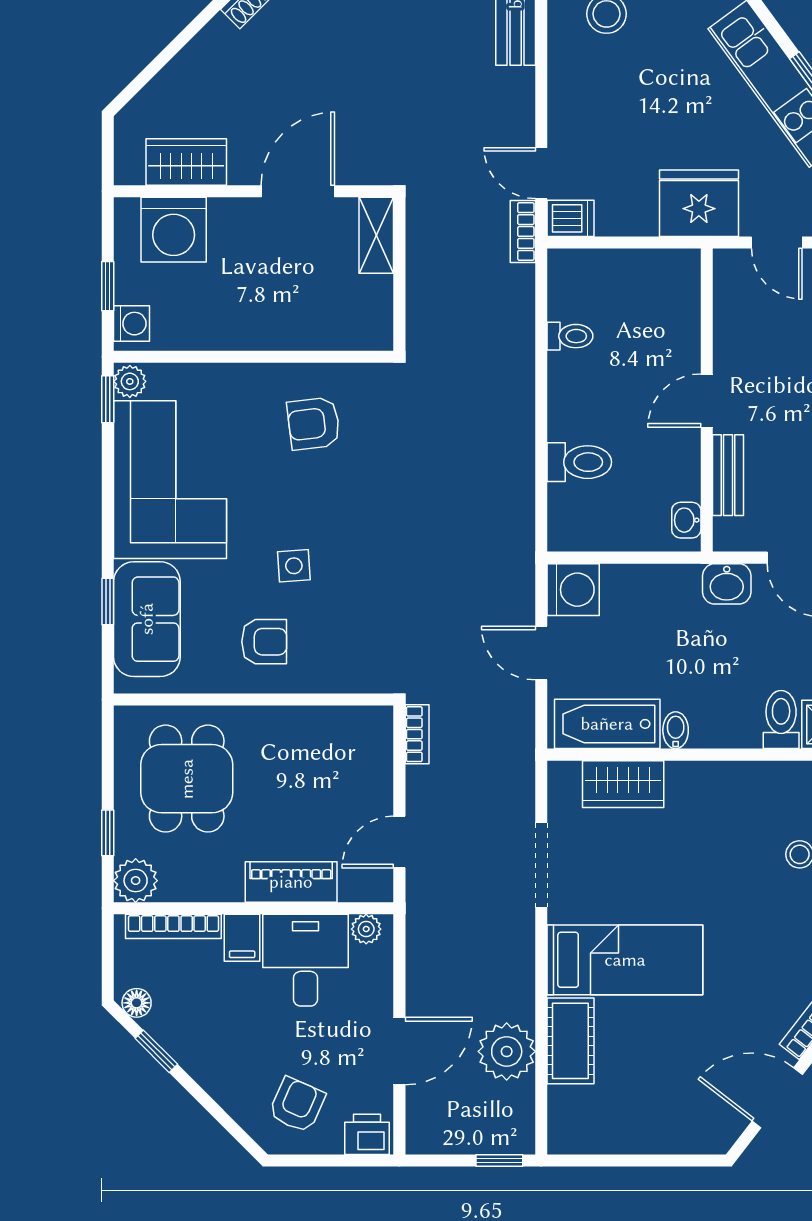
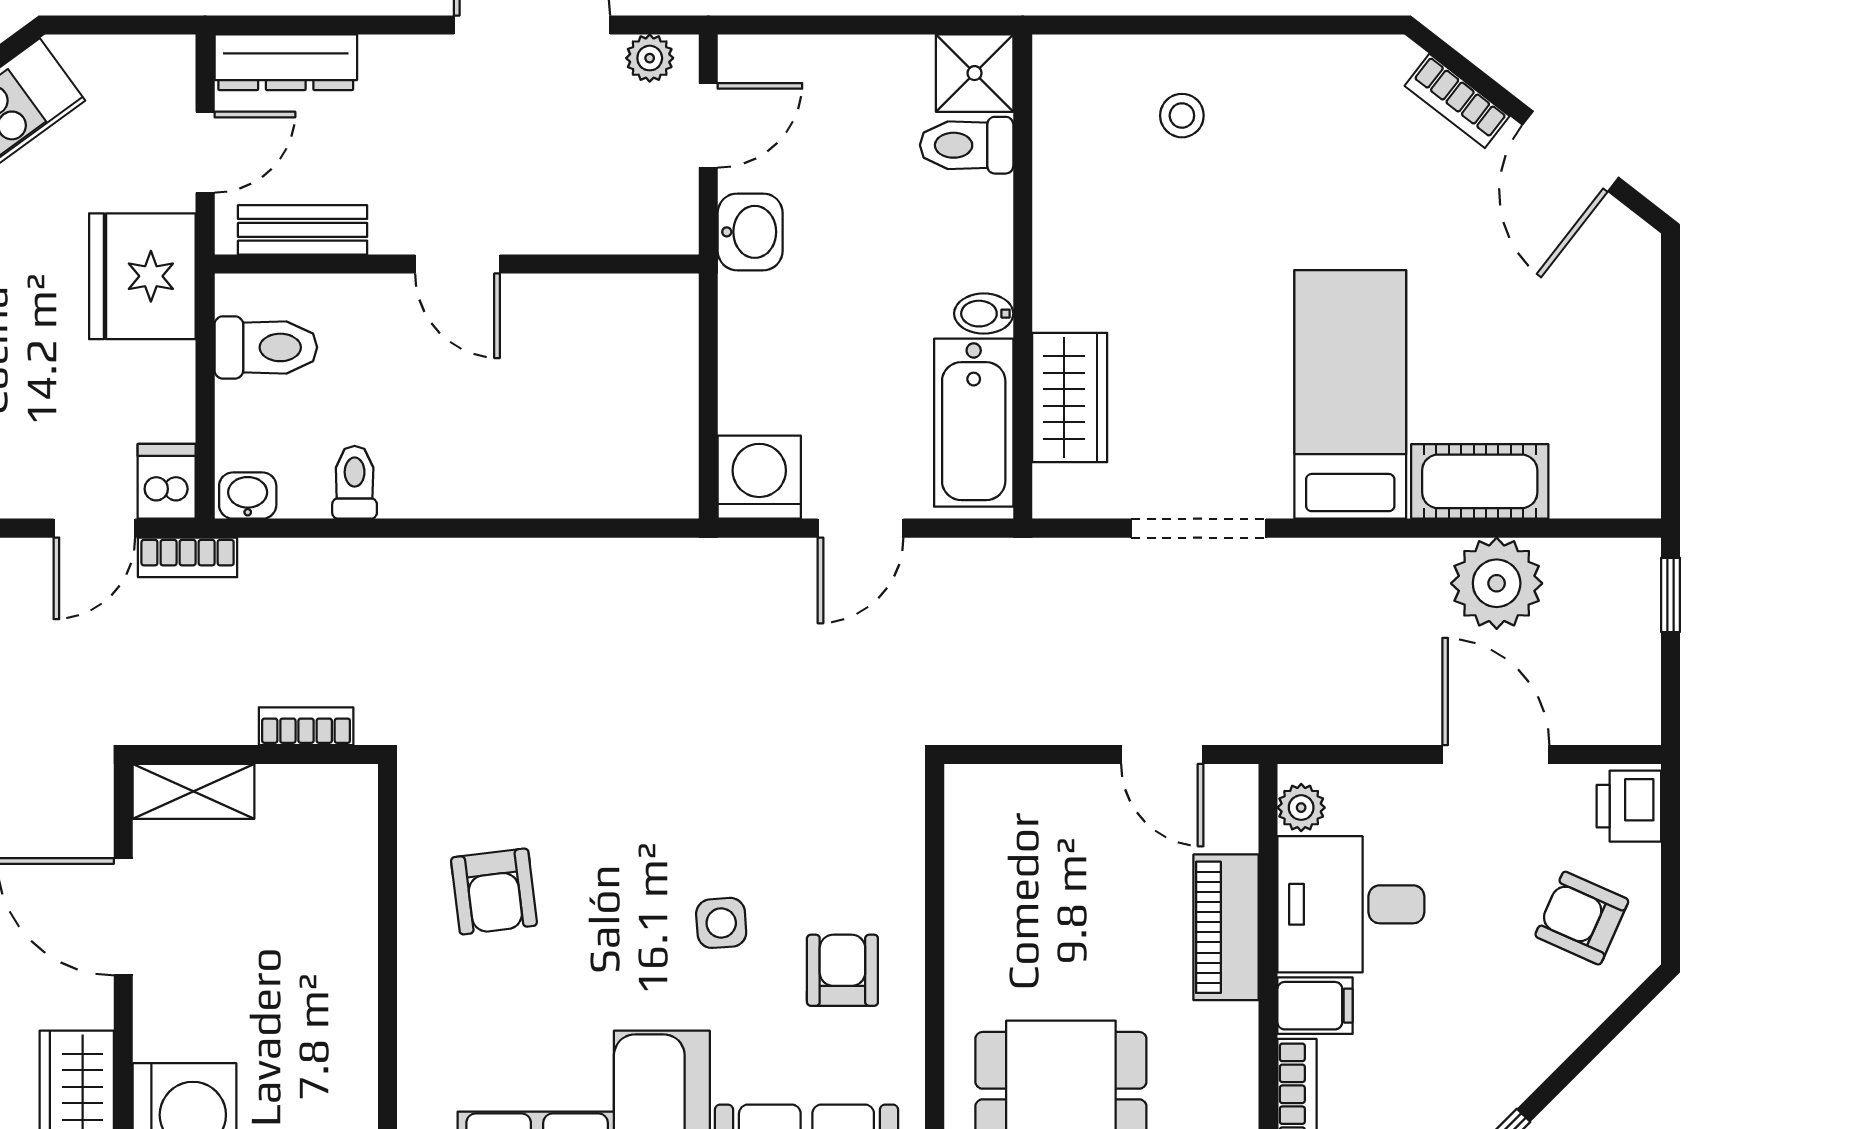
toilet: (579, 462) -> (266, 347), moved, turned 90
bench: (728, 475) -> (303, 230), moved
washbasin: (686, 520) -> (248, 496), moved, turned 180
bookcase: (417, 734) -> (306, 726), moved

